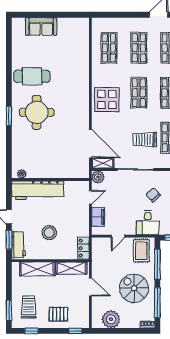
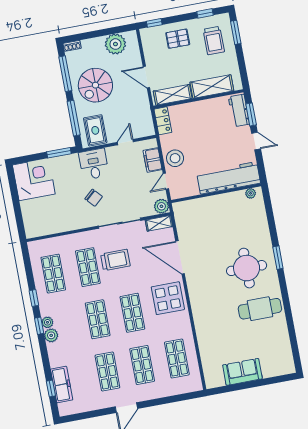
sofa: (41, 26) -> (242, 372), moved
door: (90, 144) -> (180, 257), moved
stool: (49, 233) -> (175, 158), moved
spiral stairs: (134, 288) -> (95, 85), turned 90

